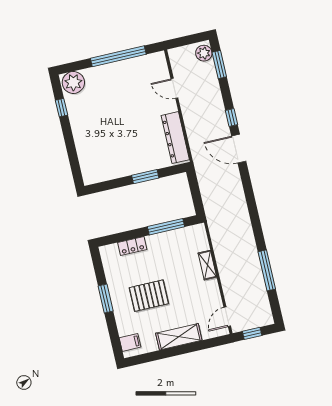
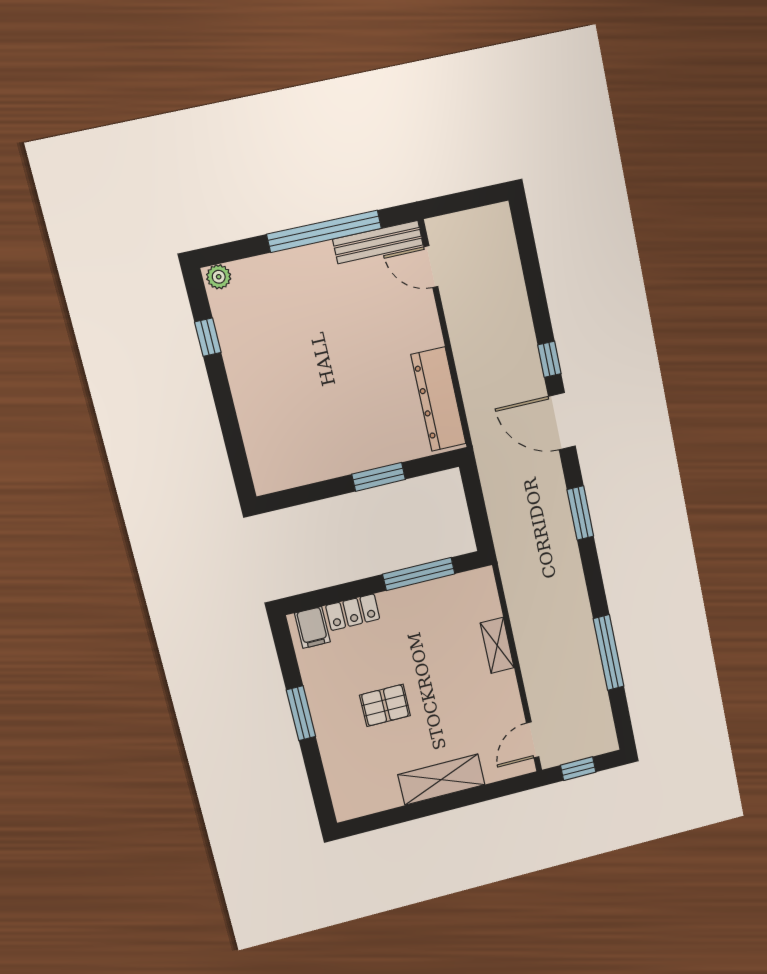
plant: (204, 53) -> (498, 228), removed
bench: (145, 61) -> (378, 242), added
window: (219, 65) -> (580, 513), moved
plant: (73, 82) -> (219, 277), width x0.53, depth x0.53
door: (174, 88) -> (431, 267), moved
pallet: (149, 296) -> (385, 705), width x0.67, depth x0.71
filing cabinet: (130, 342) -> (312, 627), moved, turned 90

